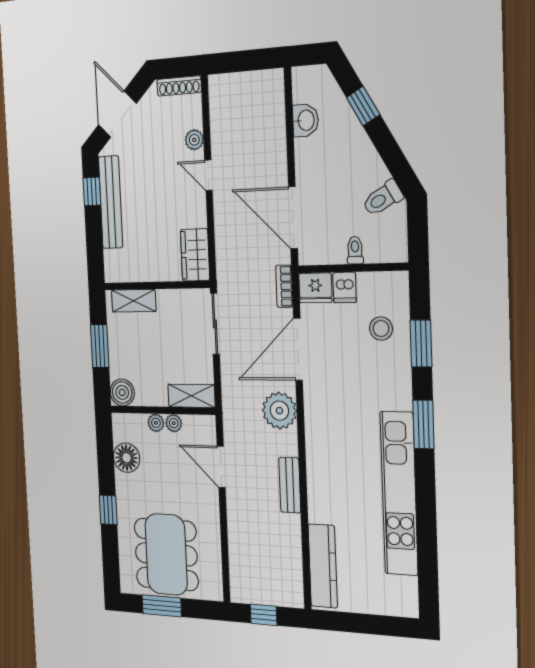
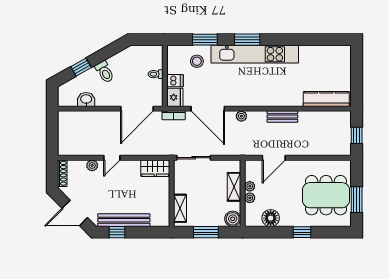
toilet: (383, 198) -> (105, 72), moved
shelving: (191, 396) -> (234, 187), moved
plant: (279, 411) -> (241, 116), width x0.53, depth x0.53
kitchen unit: (399, 494) -> (255, 54), moved

